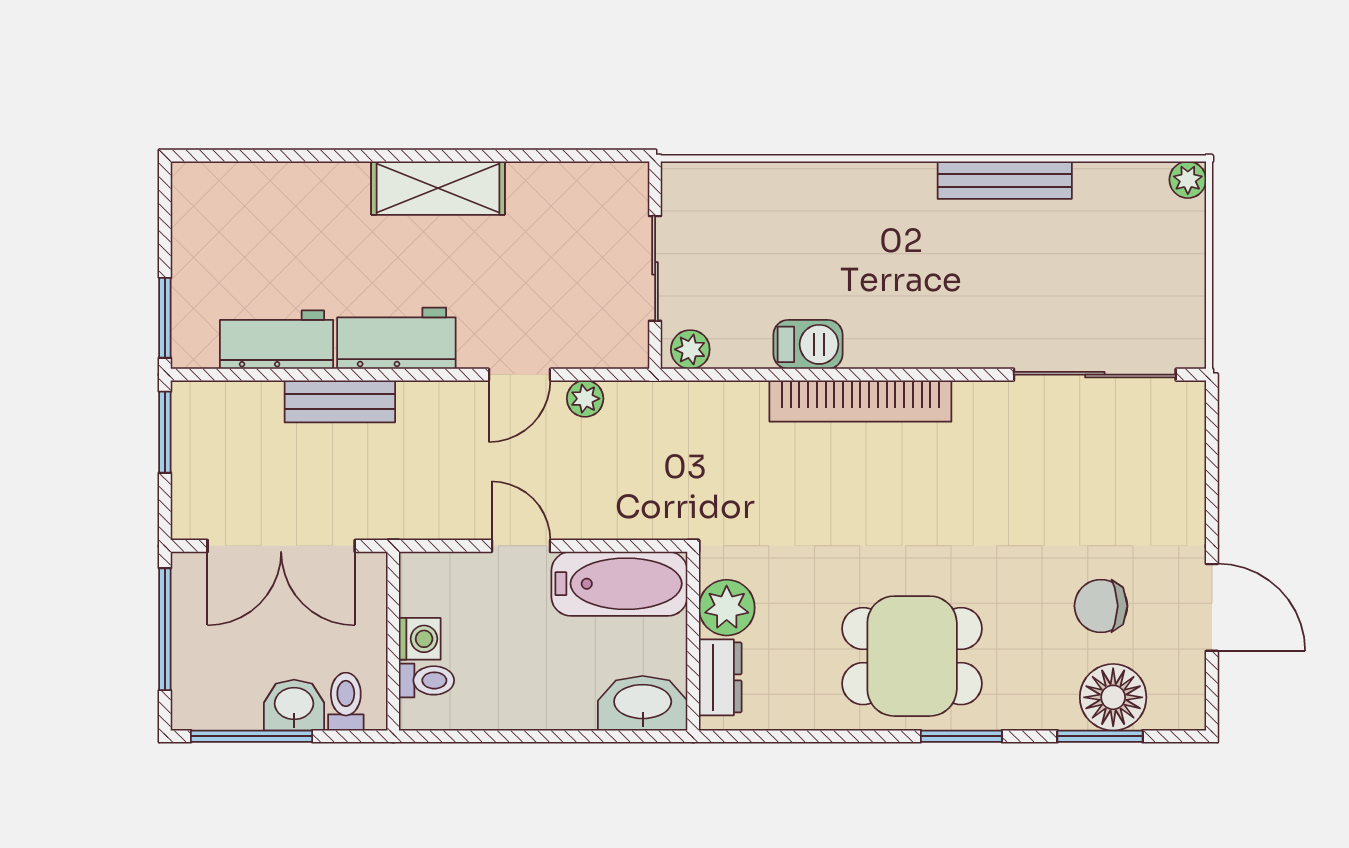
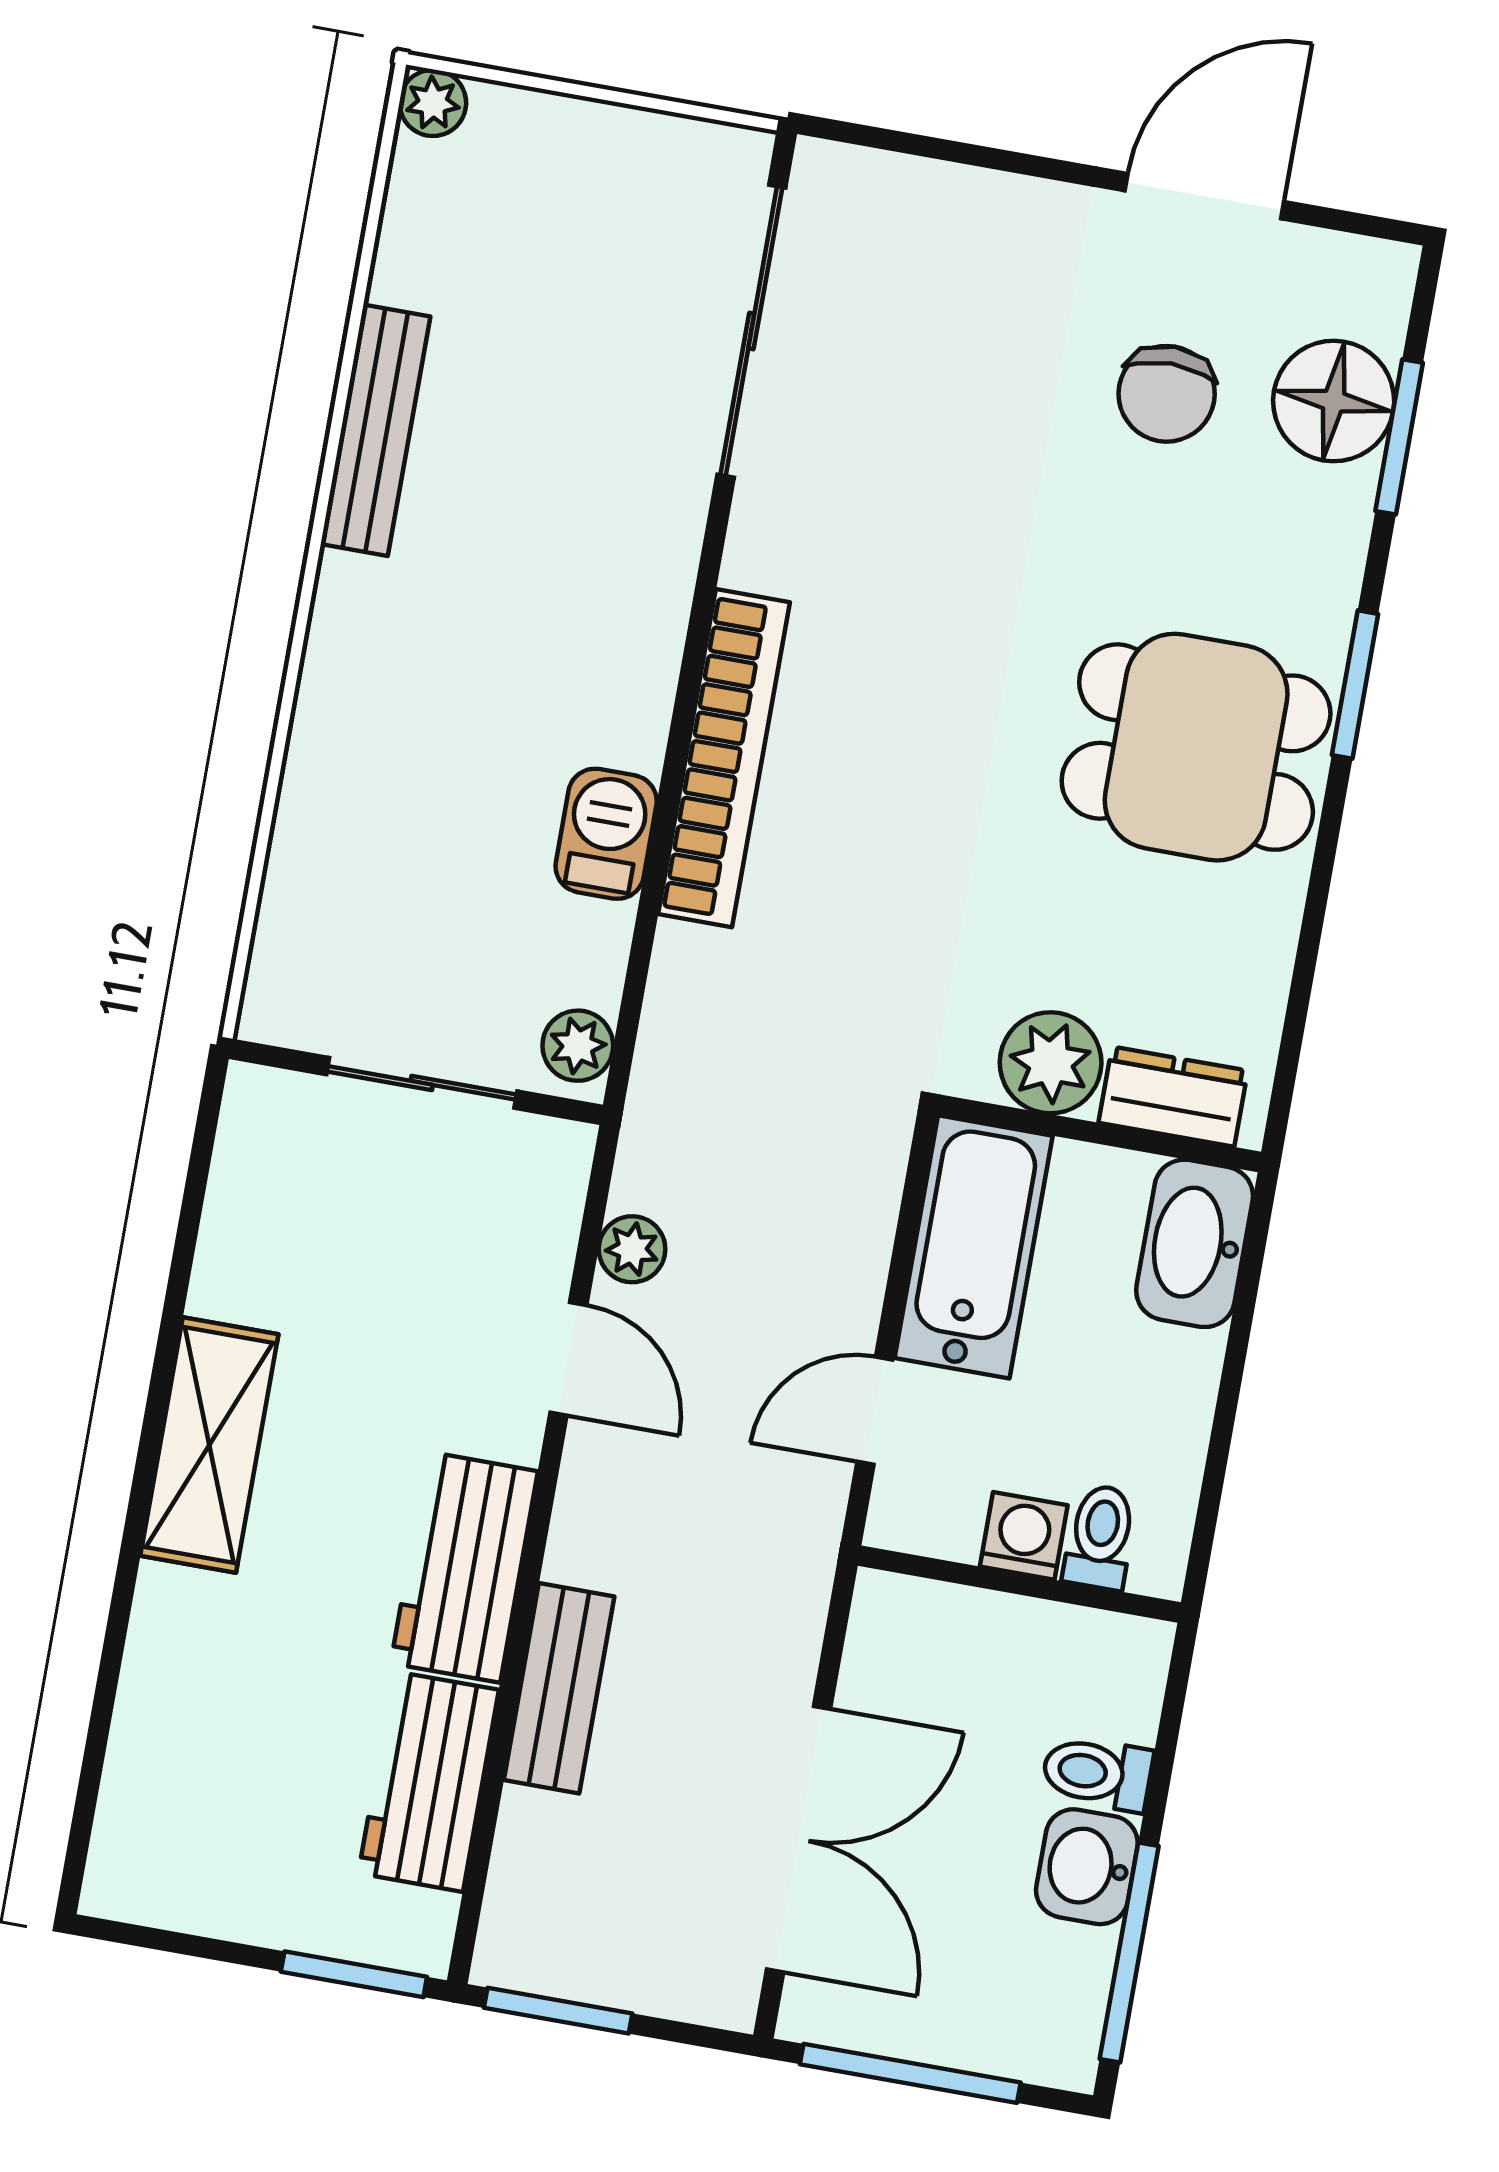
washing machine: (420, 639) -> (1024, 1536), moved
wall: (393, 641) -> (1019, 1584), moved
dining table: (912, 656) -> (1196, 747), turned 90
toilet: (427, 680) -> (1100, 1537), moved

